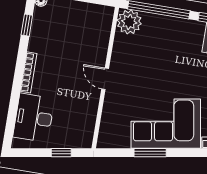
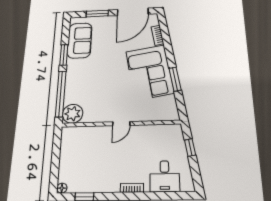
bookcase: (29, 72) -> (132, 188), width x0.64
desk: (34, 118) -> (165, 176), width x0.73

